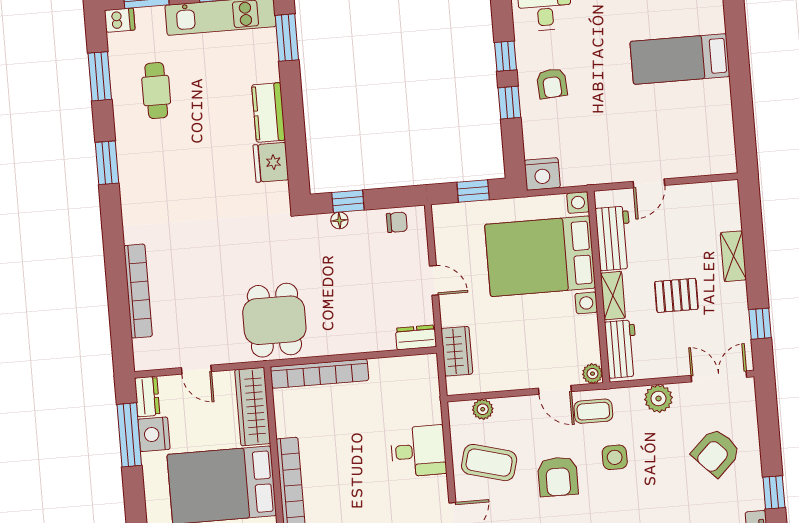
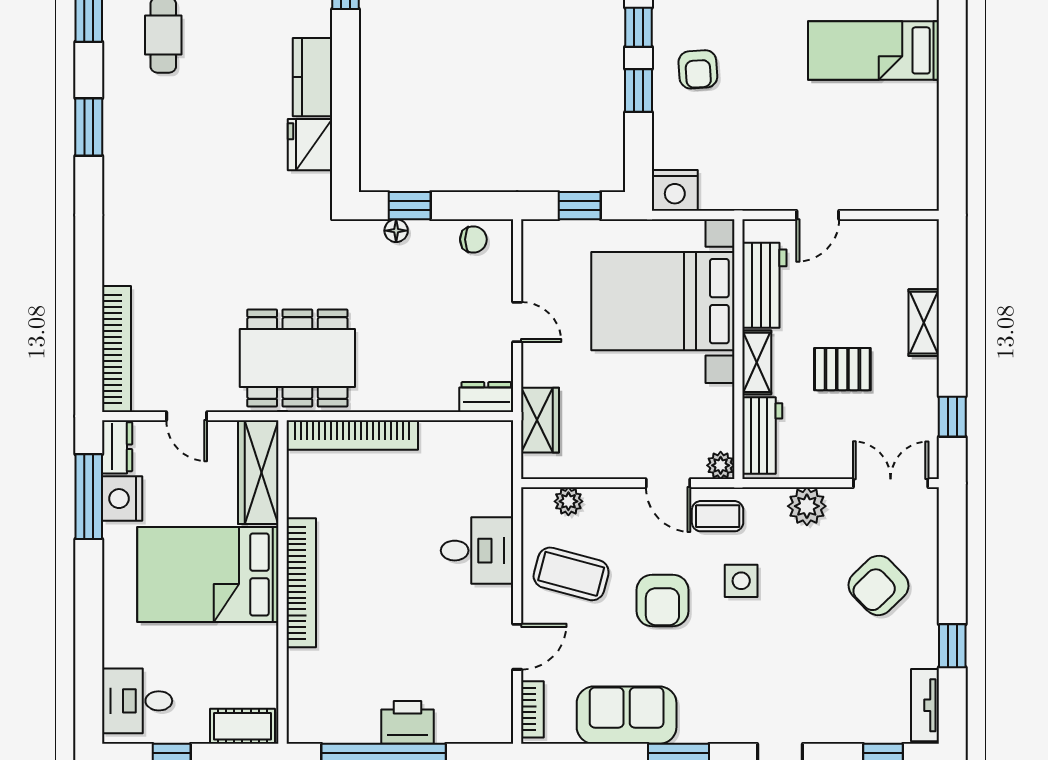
bookcase: (138, 291) -> (116, 349), moved
dining table: (274, 320) -> (297, 358), width x1.38

